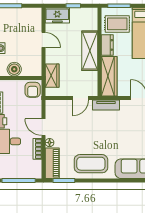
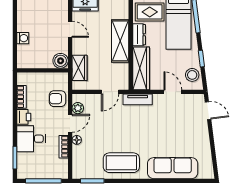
boiler: (14, 69) -> (61, 61), moved
armchair: (33, 90) -> (57, 99), moved, turned 90
plant: (51, 113) -> (78, 108), added
door: (43, 127) -> (70, 123), swing flipped
piano: (52, 163) -> (80, 162), removed

